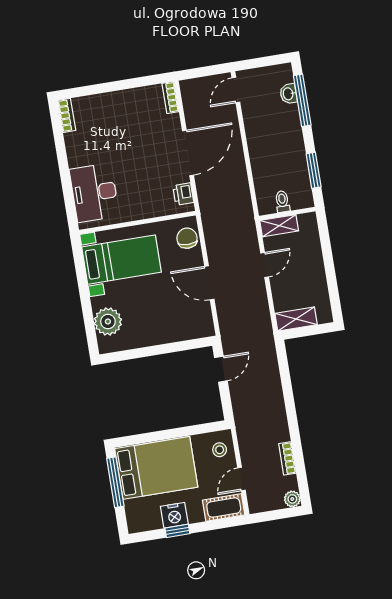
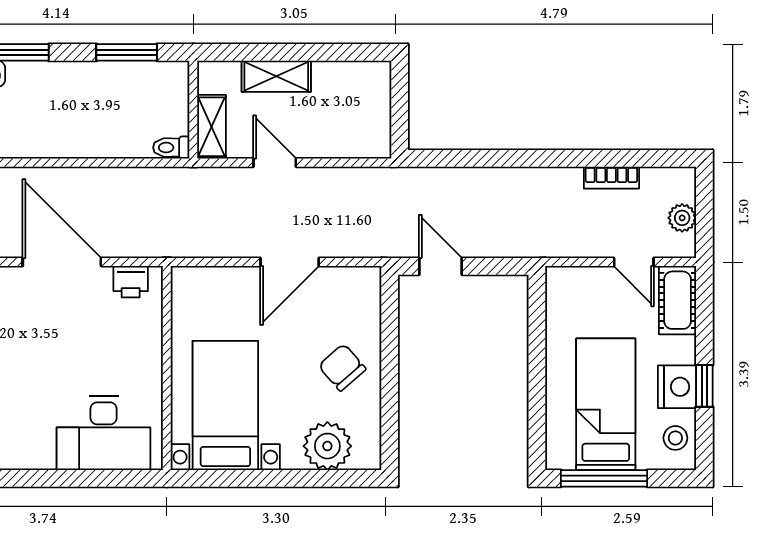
toilet: (282, 201) -> (171, 148), moved
chair: (187, 238) -> (342, 367), moved, turned 49
shelving: (296, 319) -> (276, 76), moved, turned 90
stool: (220, 450) -> (675, 438), moved
bed: (156, 468) -> (606, 404), width x0.67
plant: (292, 499) -> (682, 218), moved

